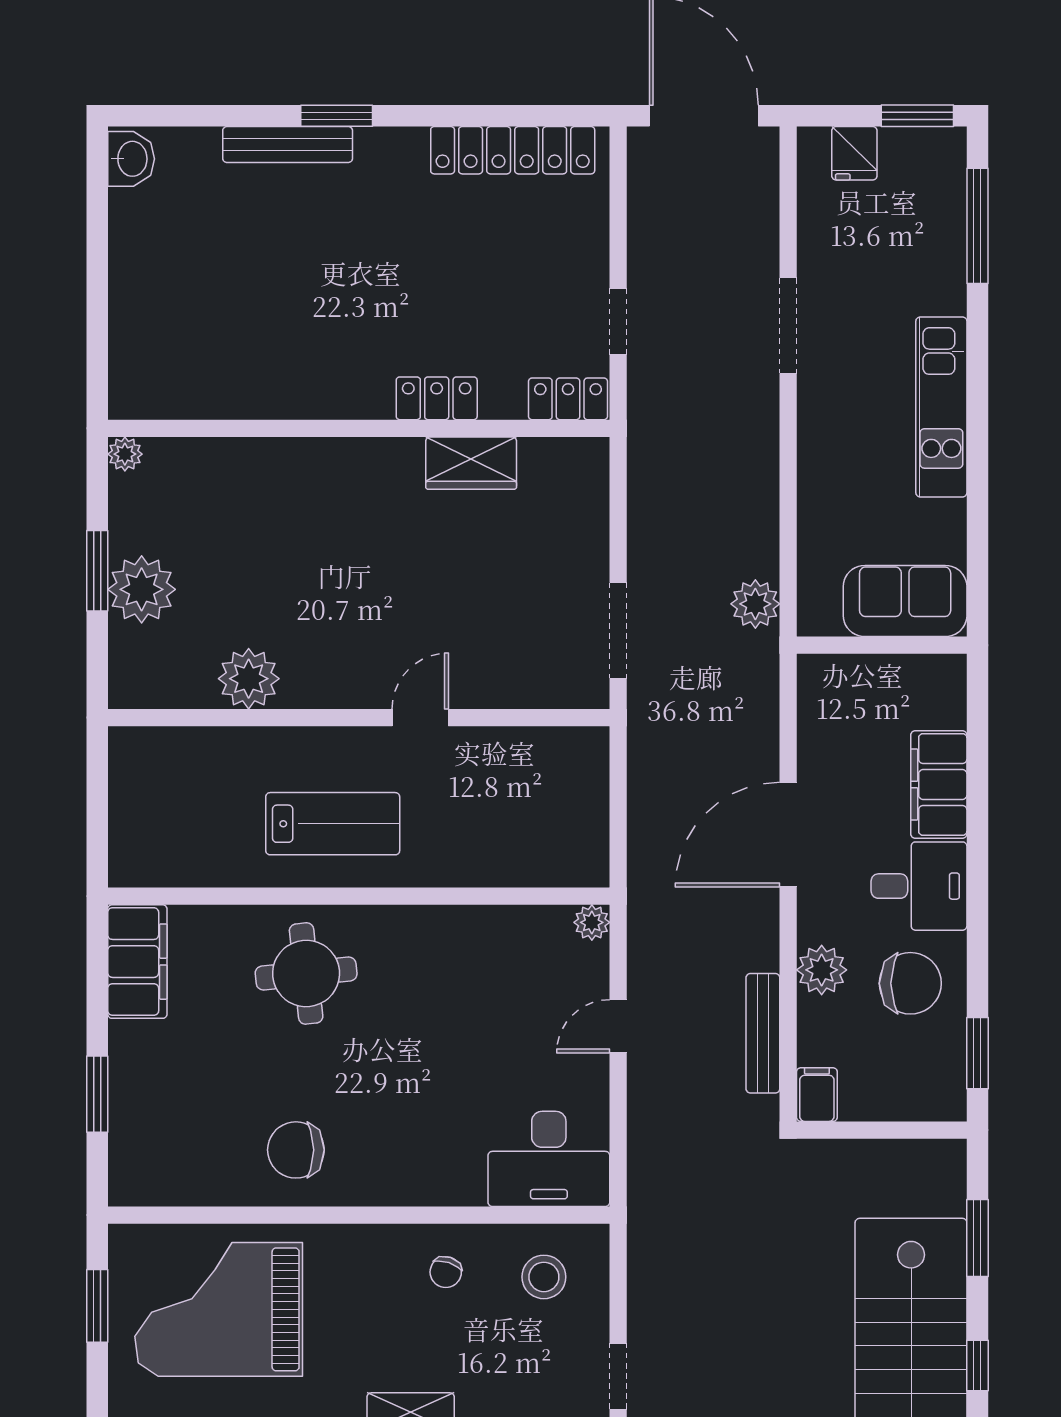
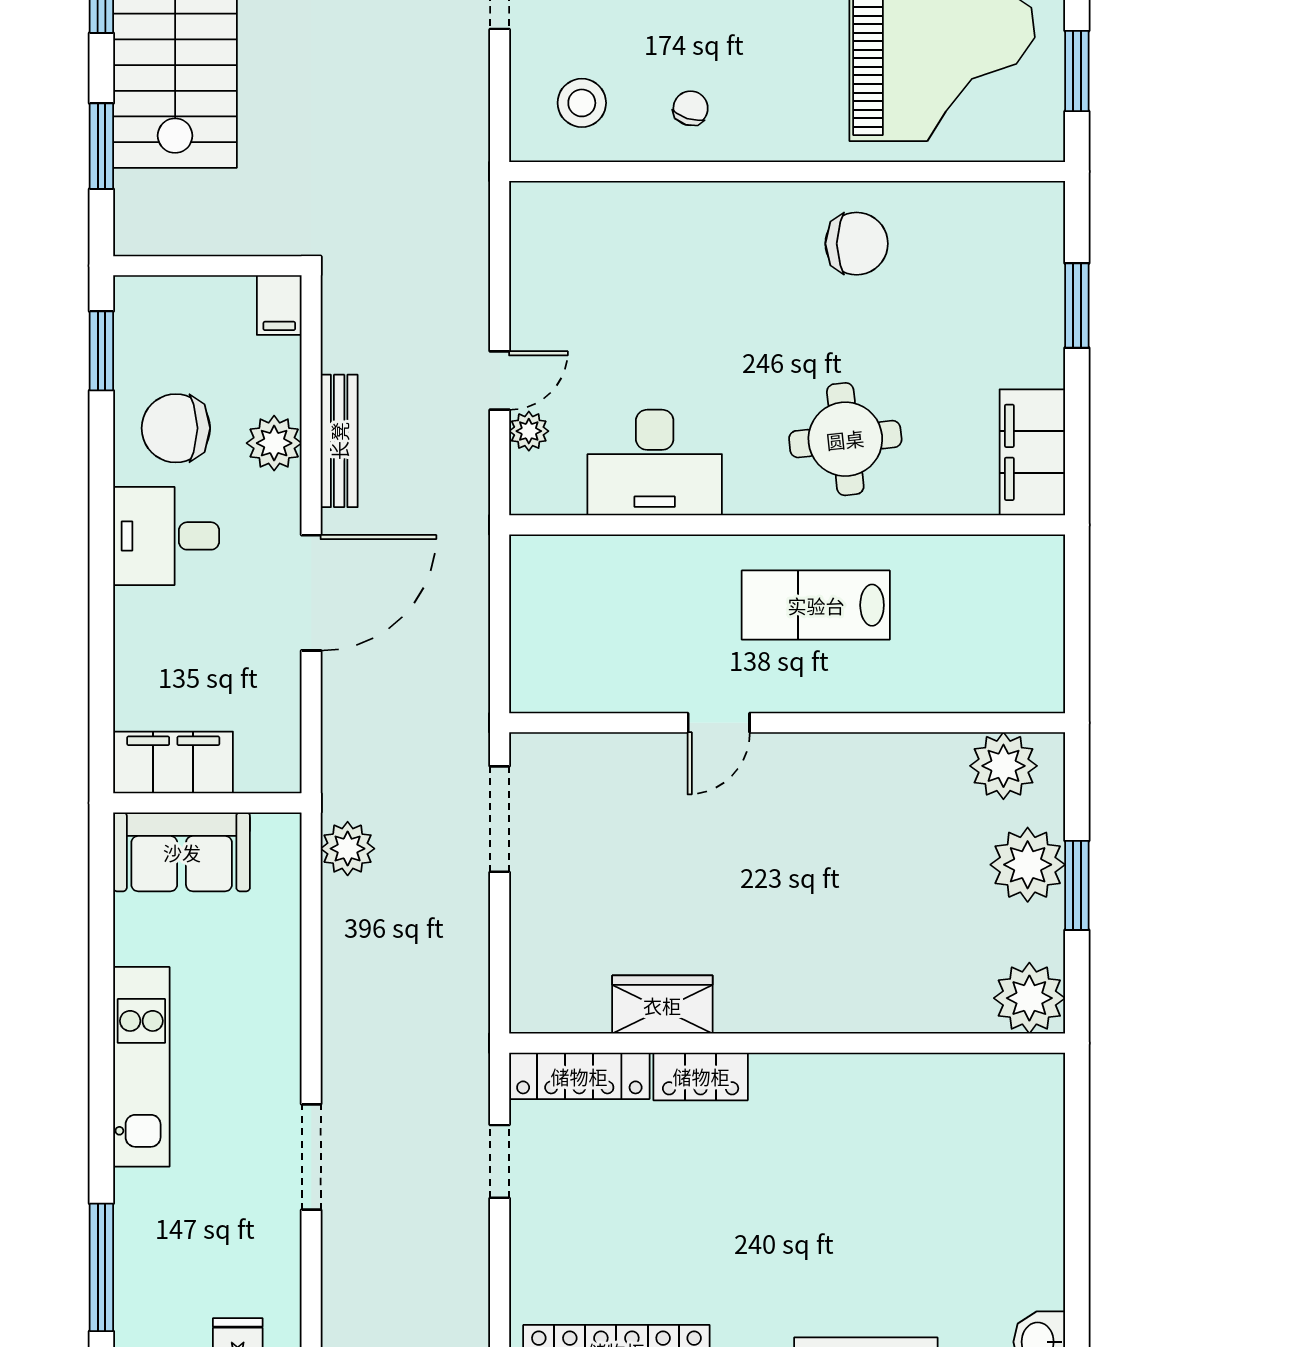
locker: (568, 399) -> (579, 1076), width x1.53
plant: (125, 454) -> (1029, 998), width x1.87, depth x1.87
plant: (249, 679) -> (1003, 766), moved
filing cabinet: (939, 784) -> (173, 762), moved, turned -90
plant: (592, 922) -> (529, 431), moved
bench: (763, 1033) -> (339, 441), moved
desk: (549, 1159) -> (655, 463), moved, turned 180

